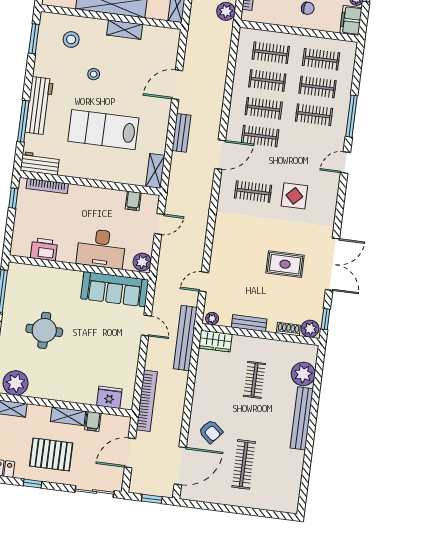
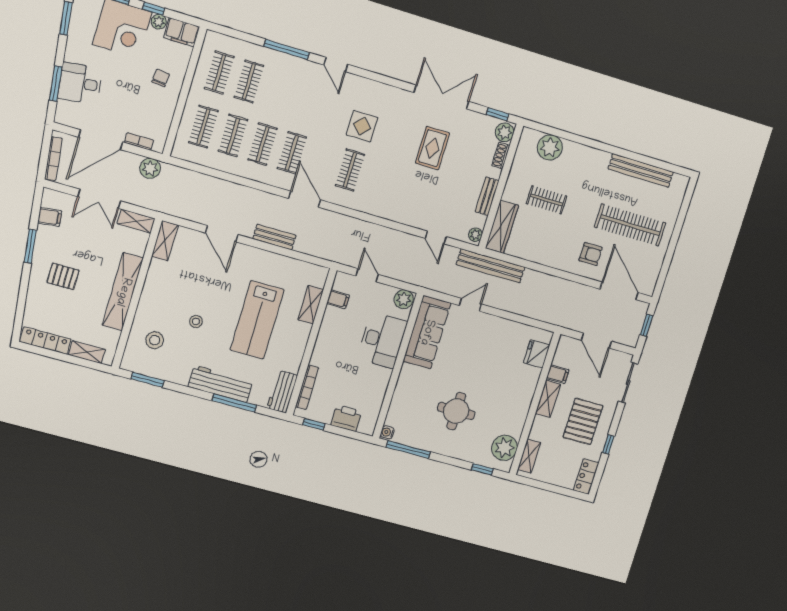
shelving: (125, 30) -> (165, 241), moved
clothes rail: (314, 115) -> (278, 90), removed
shelving: (155, 171) -> (311, 305), moved, turned 90
printer: (44, 249) -> (346, 418), moved, turned 90
water cooler: (15, 268) -> (387, 432), added
wardrobe: (215, 341) -> (502, 227), width x1.50
bookcase: (147, 401) -> (547, 316), removed
bench: (302, 418) -> (641, 170), moved
armchair: (211, 432) -> (591, 254), turned 50
clothes rail: (244, 464) -> (630, 225), width x1.37, depth x1.31

